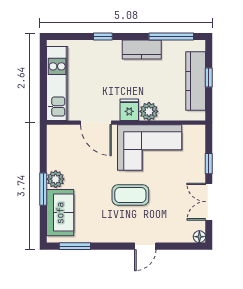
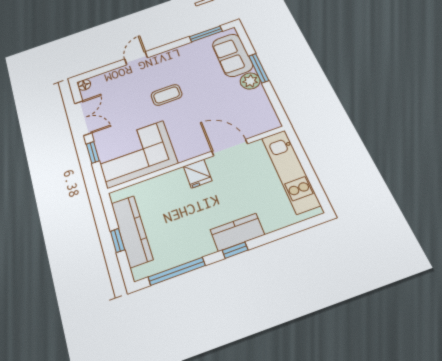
window: (103, 37) -> (235, 250), moved
kitchen counter: (142, 50) -> (237, 232), moved
plant: (149, 111) -> (175, 180), removed
corner sofa: (150, 148) -> (136, 154), moved
coffee table: (130, 195) -> (167, 95), width x0.73, depth x0.77

